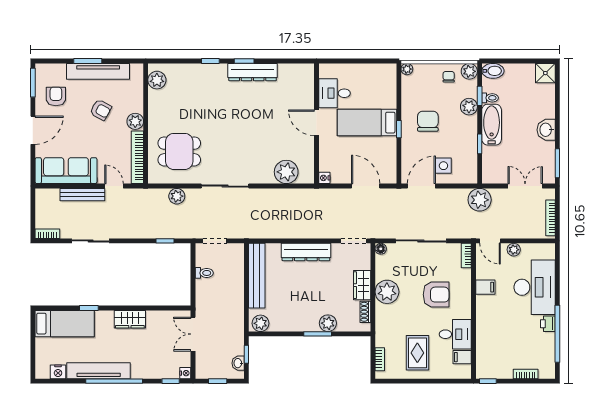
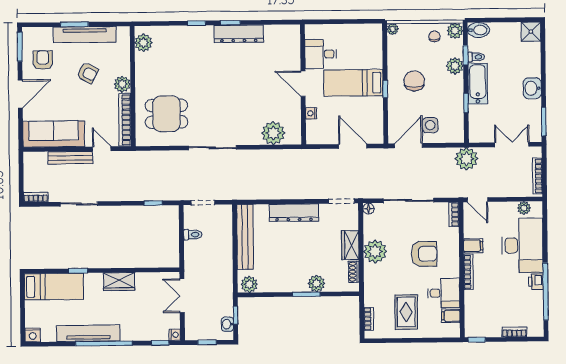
nightstand: (324, 178) -> (311, 113), moved
plant: (177, 196) -> (164, 158), removed
plant: (514, 250) -> (524, 208), moved
bookcase: (480, 313) -> (469, 272), added
nightstand: (58, 372) -> (33, 335), moved

